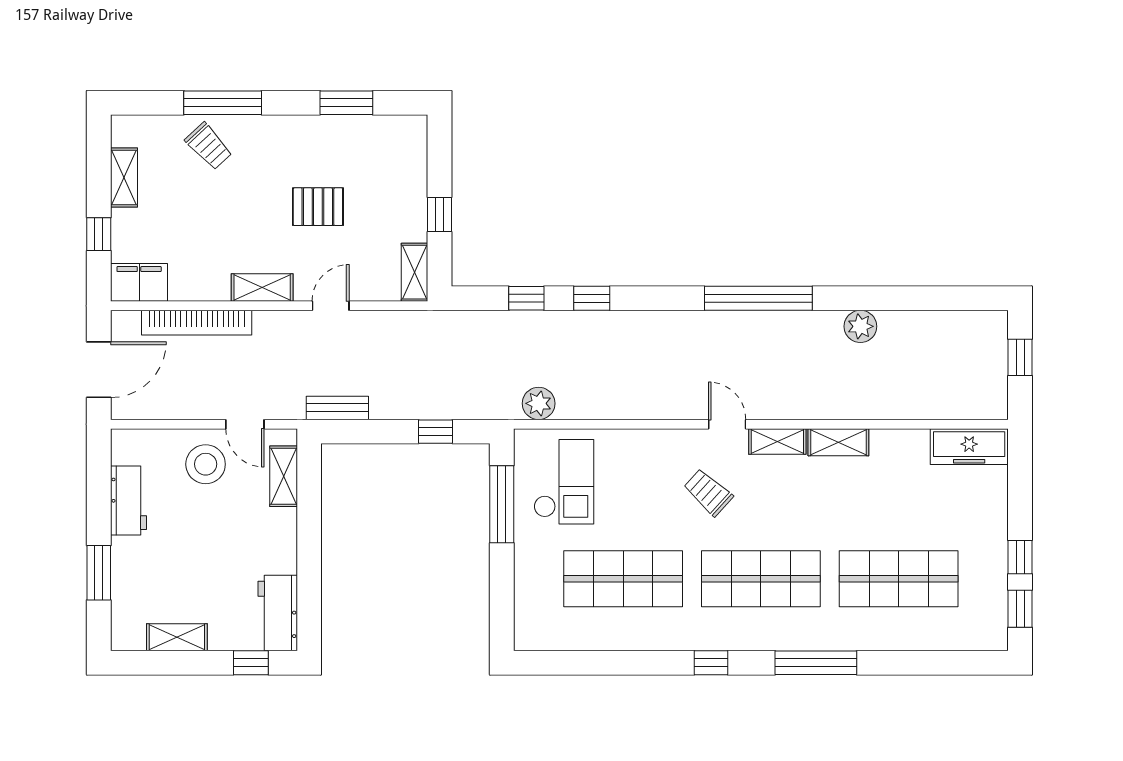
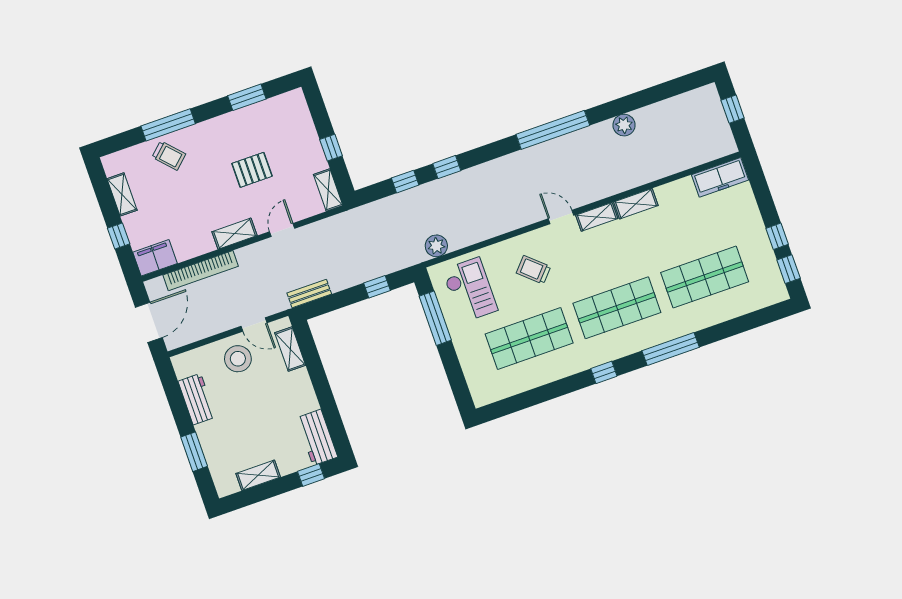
trolley: (708, 492) -> (533, 270), moved

